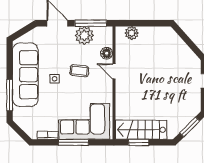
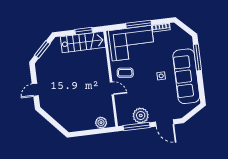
floor lamp: (107, 53) -> (120, 103), removed
coffee table: (79, 71) -> (125, 73), moved

